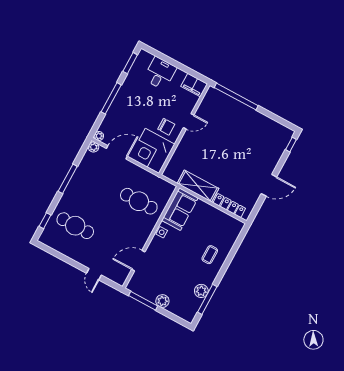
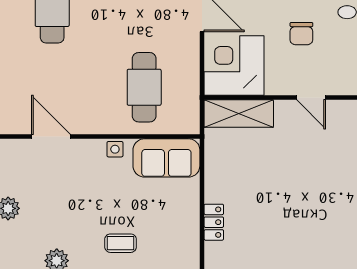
chair: (166, 127) -> (301, 34), moved
shelving: (198, 186) -> (239, 114), moved, turned 90
locker: (229, 206) -> (214, 222), width x0.66

